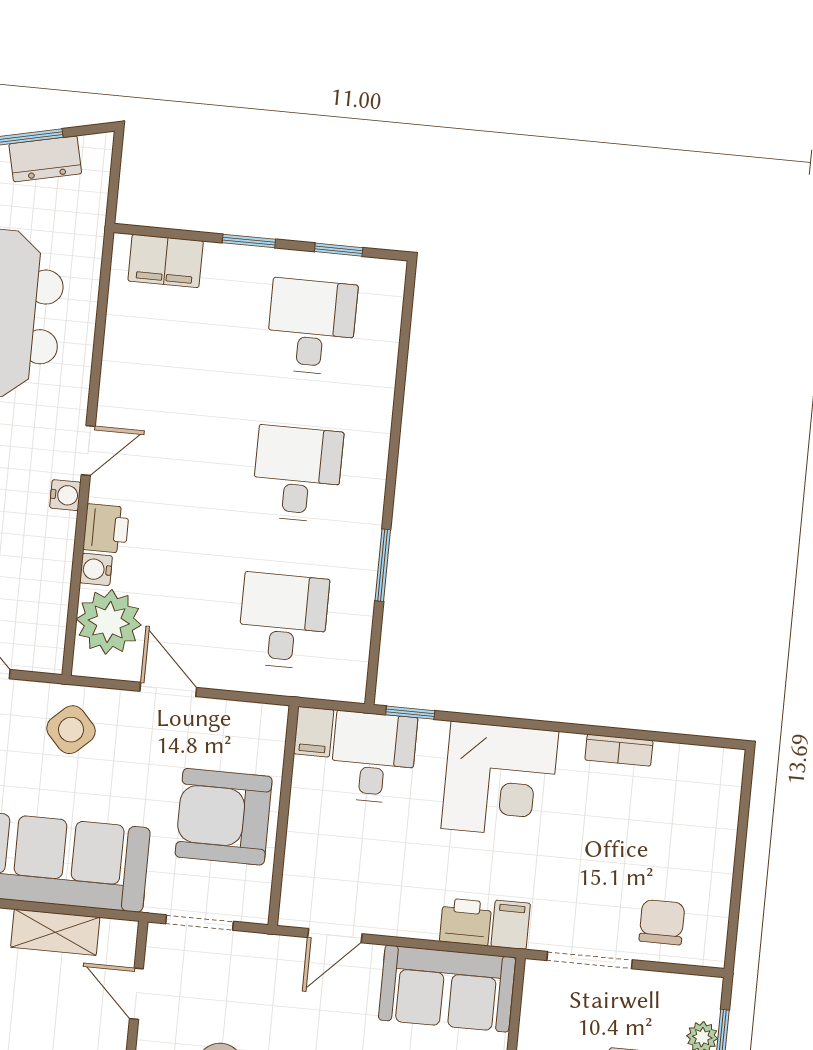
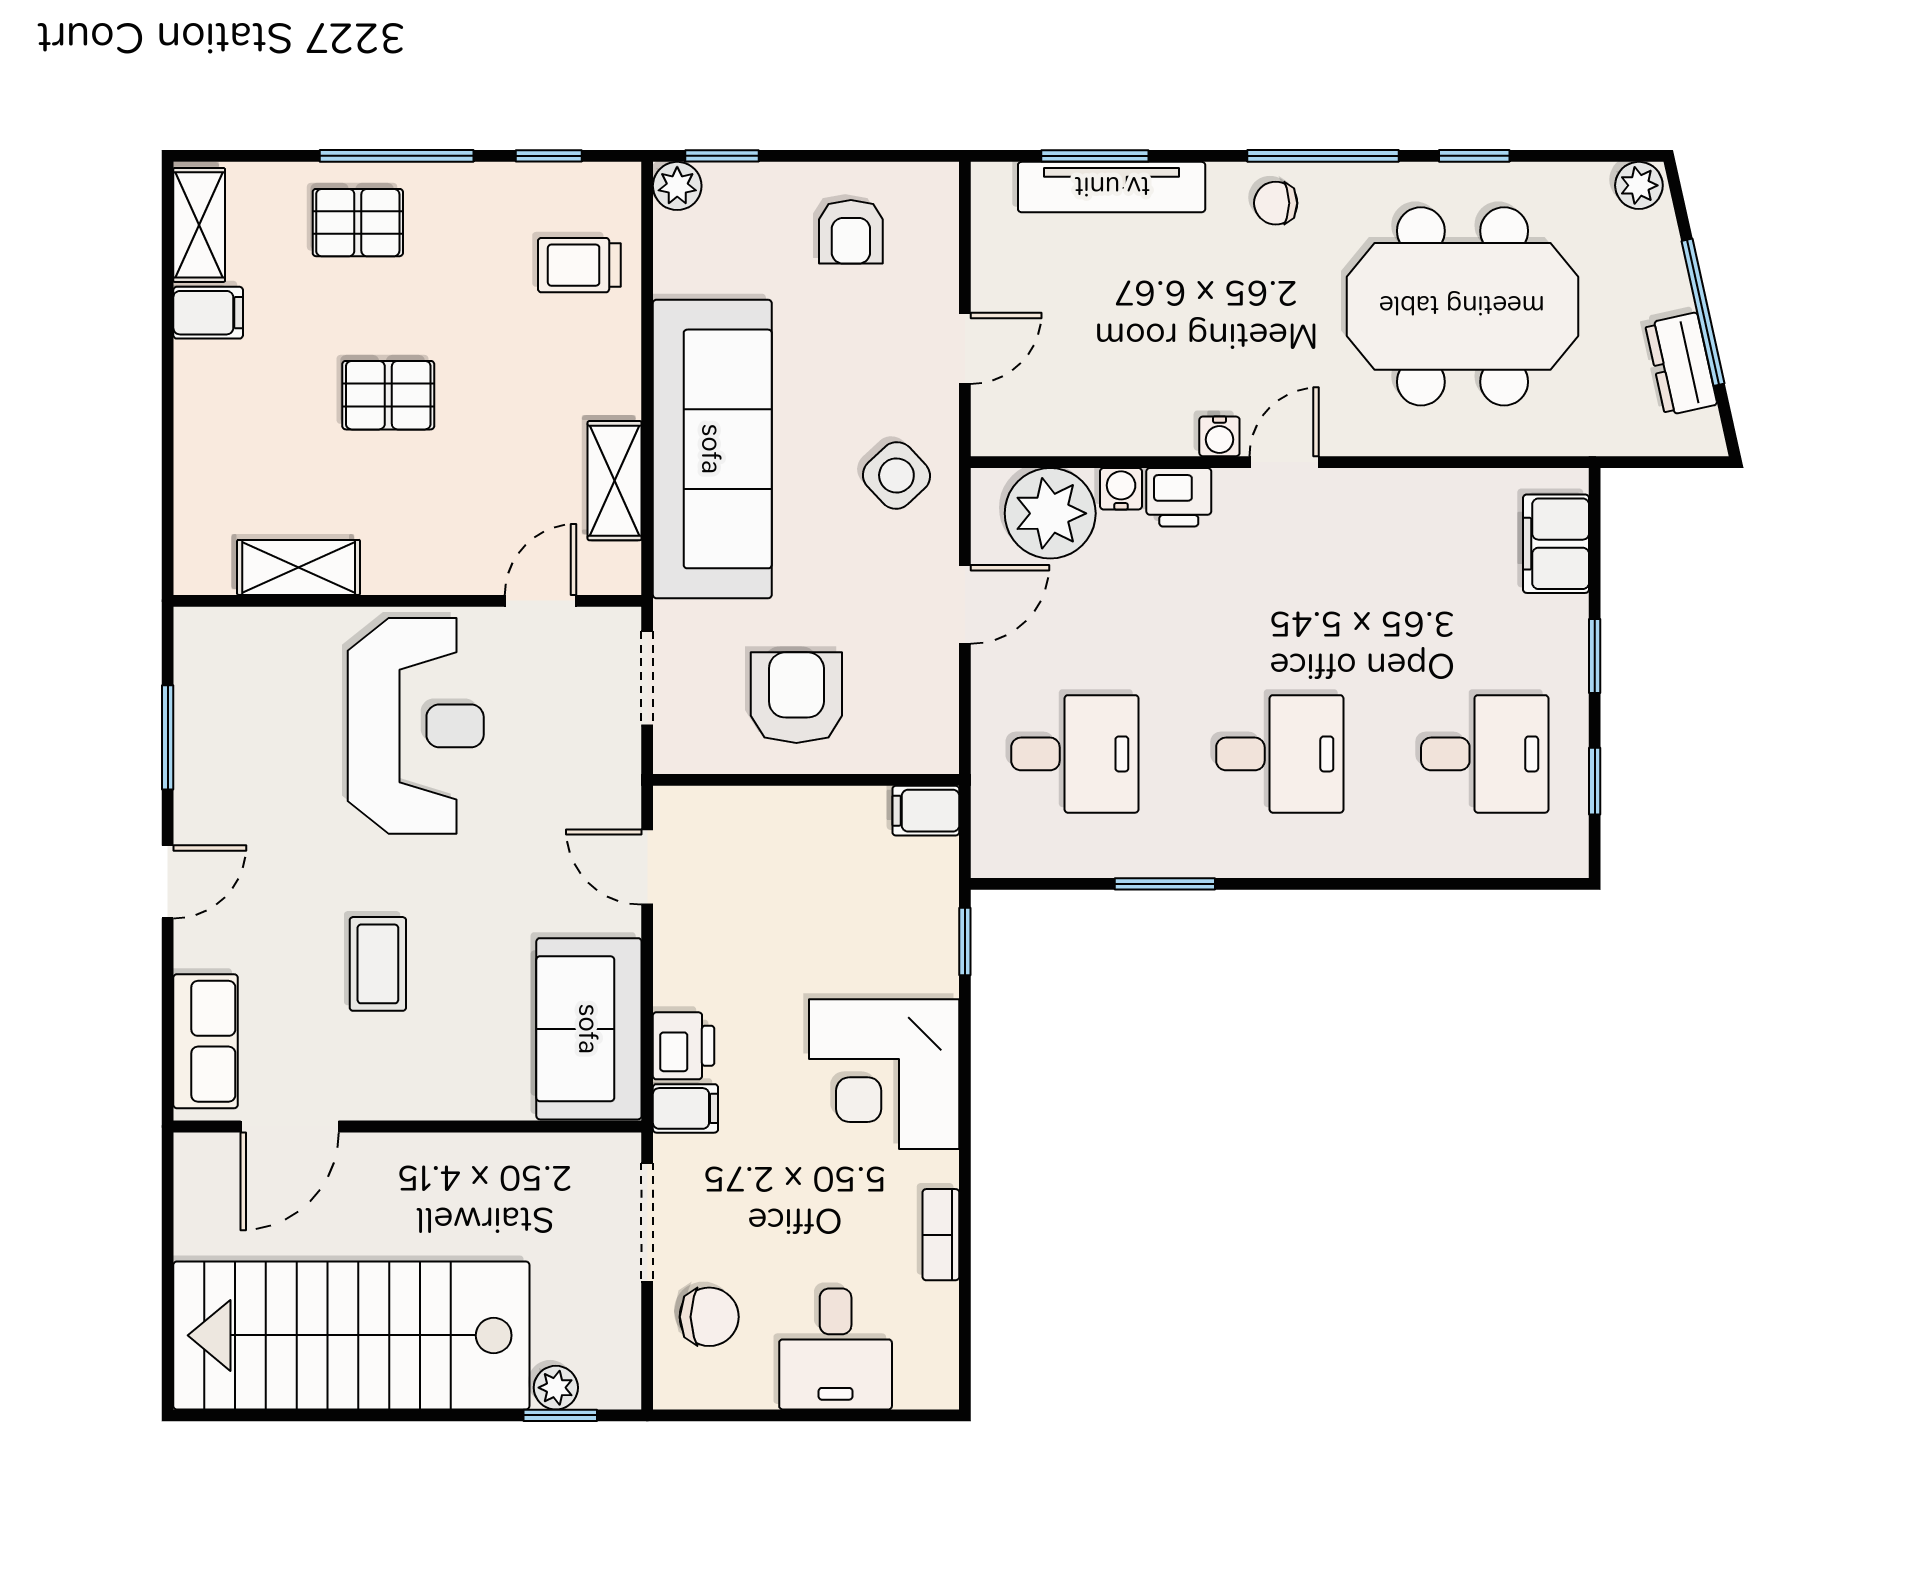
door: (88, 450) -> (1284, 462), swing flipped
desk: (373, 757) -> (836, 1349), moved, turned 90
armchair: (224, 817) -> (796, 698), width x0.73, depth x0.73

